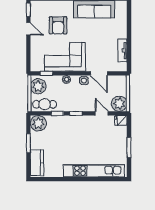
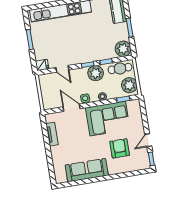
door: (28, 29) -> (148, 140), hinge flipped
plant: (119, 104) -> (96, 73), moved

